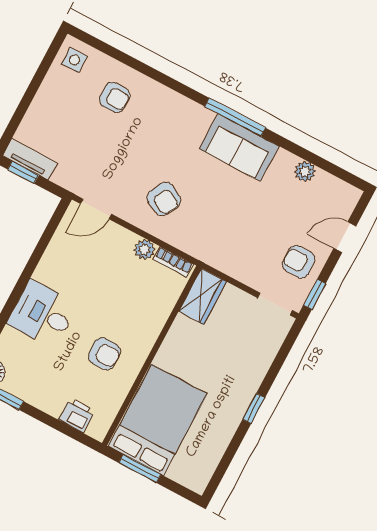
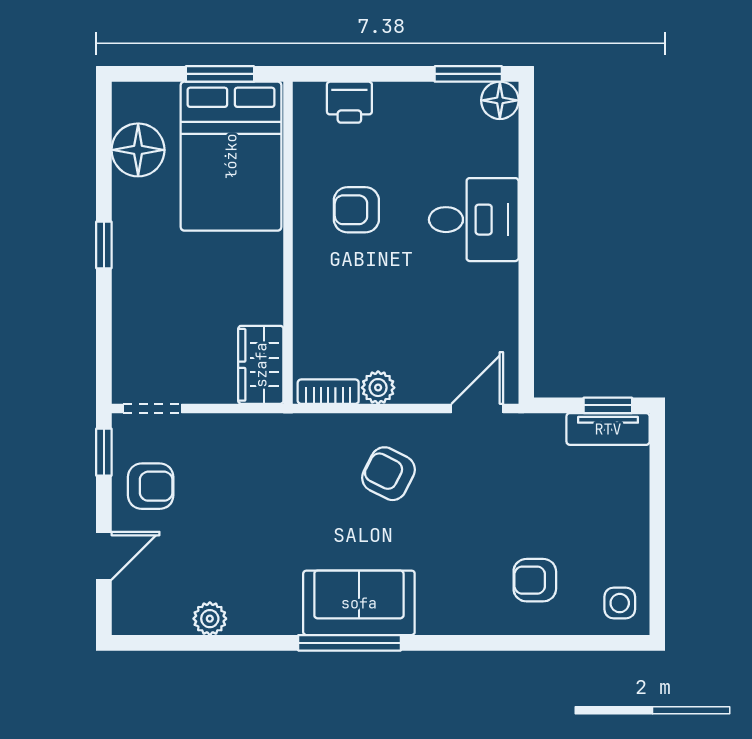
sofa: (239, 148) -> (359, 603), moved
floor lamp: (207, 451) -> (138, 150), added

